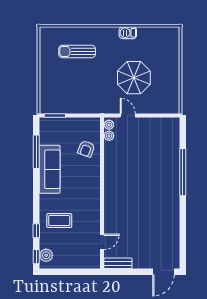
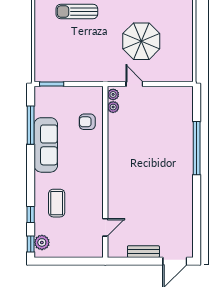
armchair: (86, 149) -> (87, 122), turned 70
coffee table: (59, 220) -> (57, 203), turned 90
bench: (118, 263) -> (143, 252), moved

